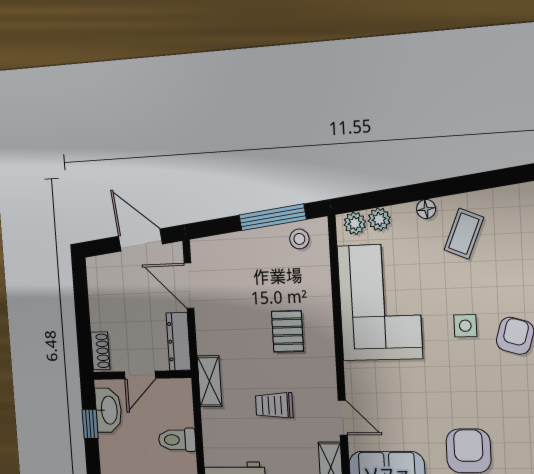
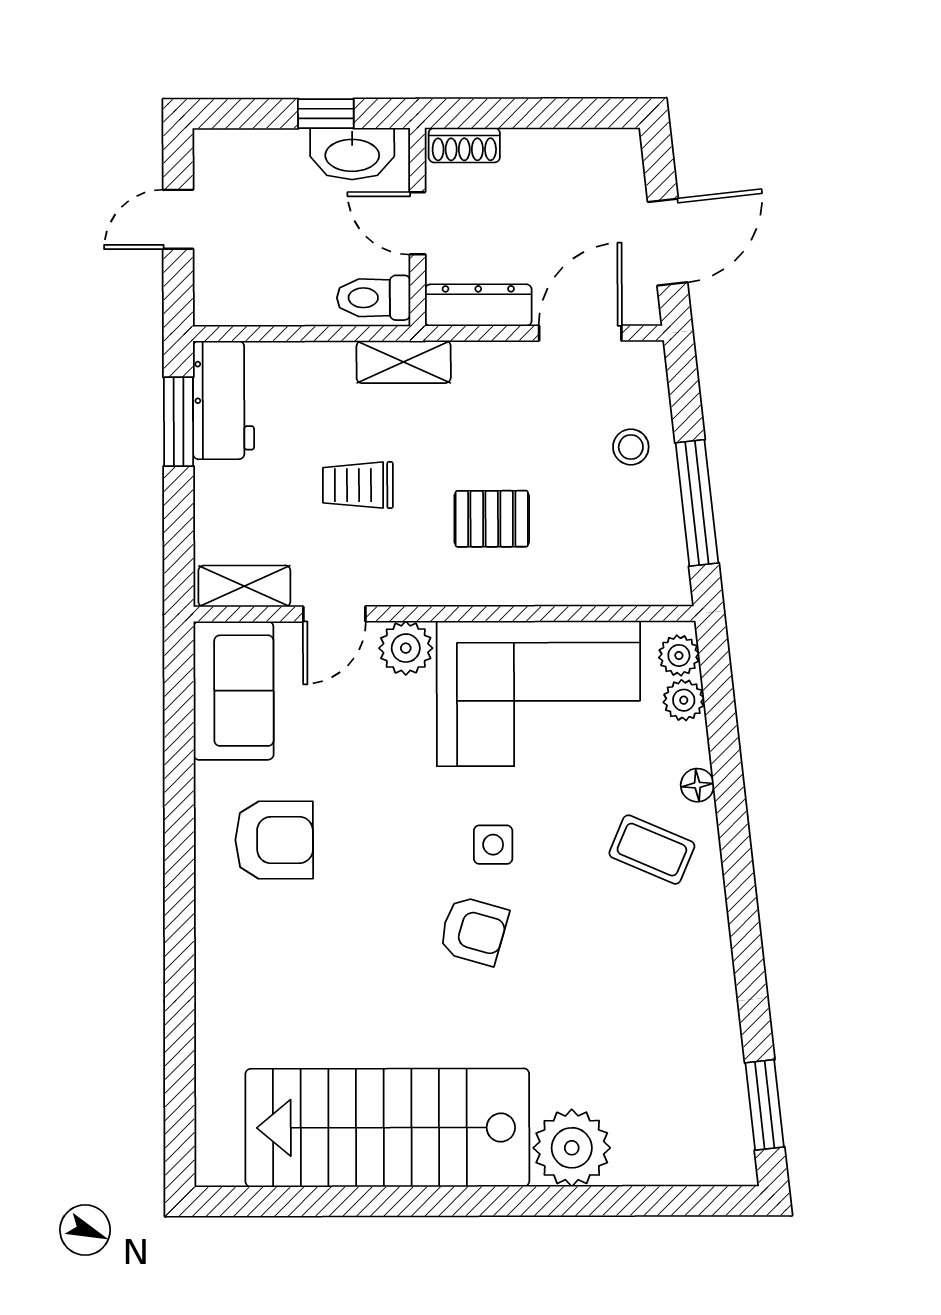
stool: (299, 239) -> (631, 447), moved
plant: (359, 378) -> (406, 648), added
trolley: (274, 405) -> (358, 485), turned -90
toilet: (177, 440) -> (374, 298), moved, turned -90

